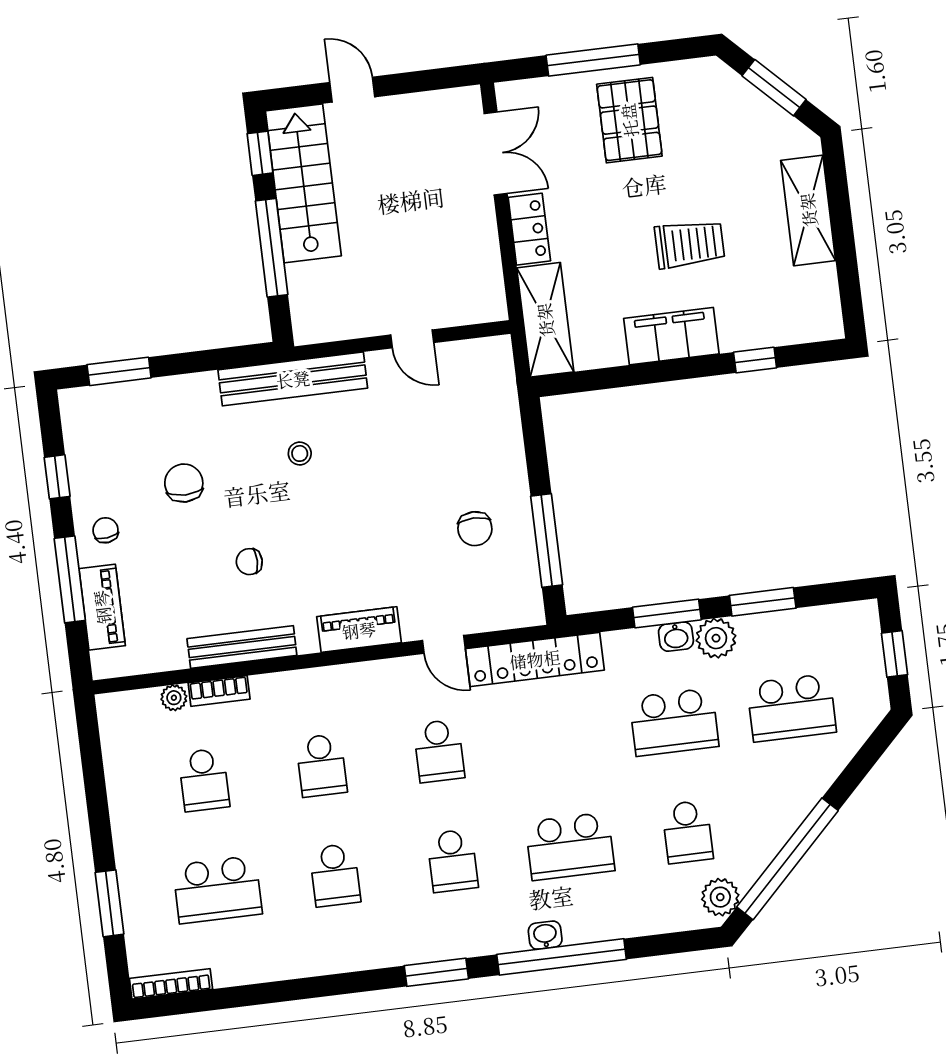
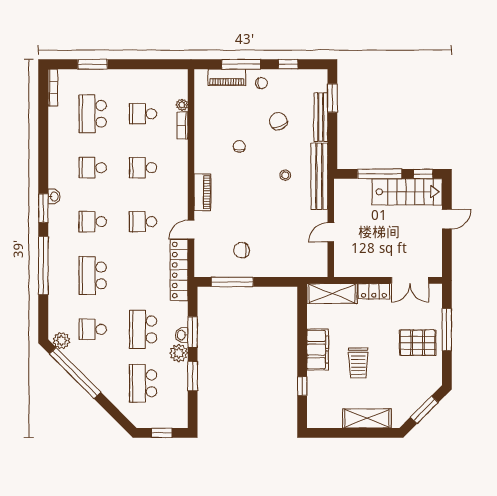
chair: (184, 483) -> (278, 121), turned -113
bench: (242, 647) -> (321, 117), moved
washbasin: (545, 935) -> (54, 197), moved

